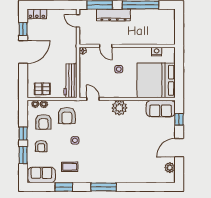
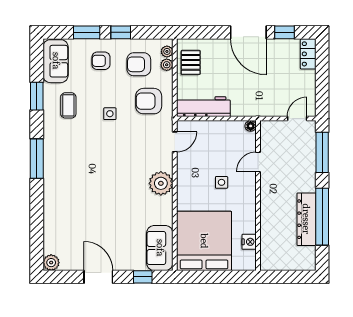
dresser: (113, 15) -> (306, 219), moved
plant: (170, 168) -> (51, 263), moved

